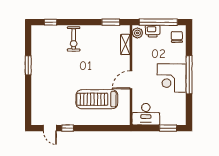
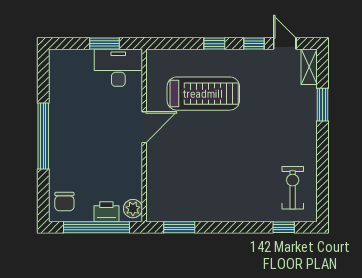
exercise bike: (74, 39) -> (293, 188), moved
shelving: (125, 44) -> (309, 67), moved
window: (28, 65) -> (322, 105), moved
corner desk: (172, 78) -> (73, 130), removed
window: (90, 128) -> (214, 44), added
window: (168, 128) -> (104, 44), moved

